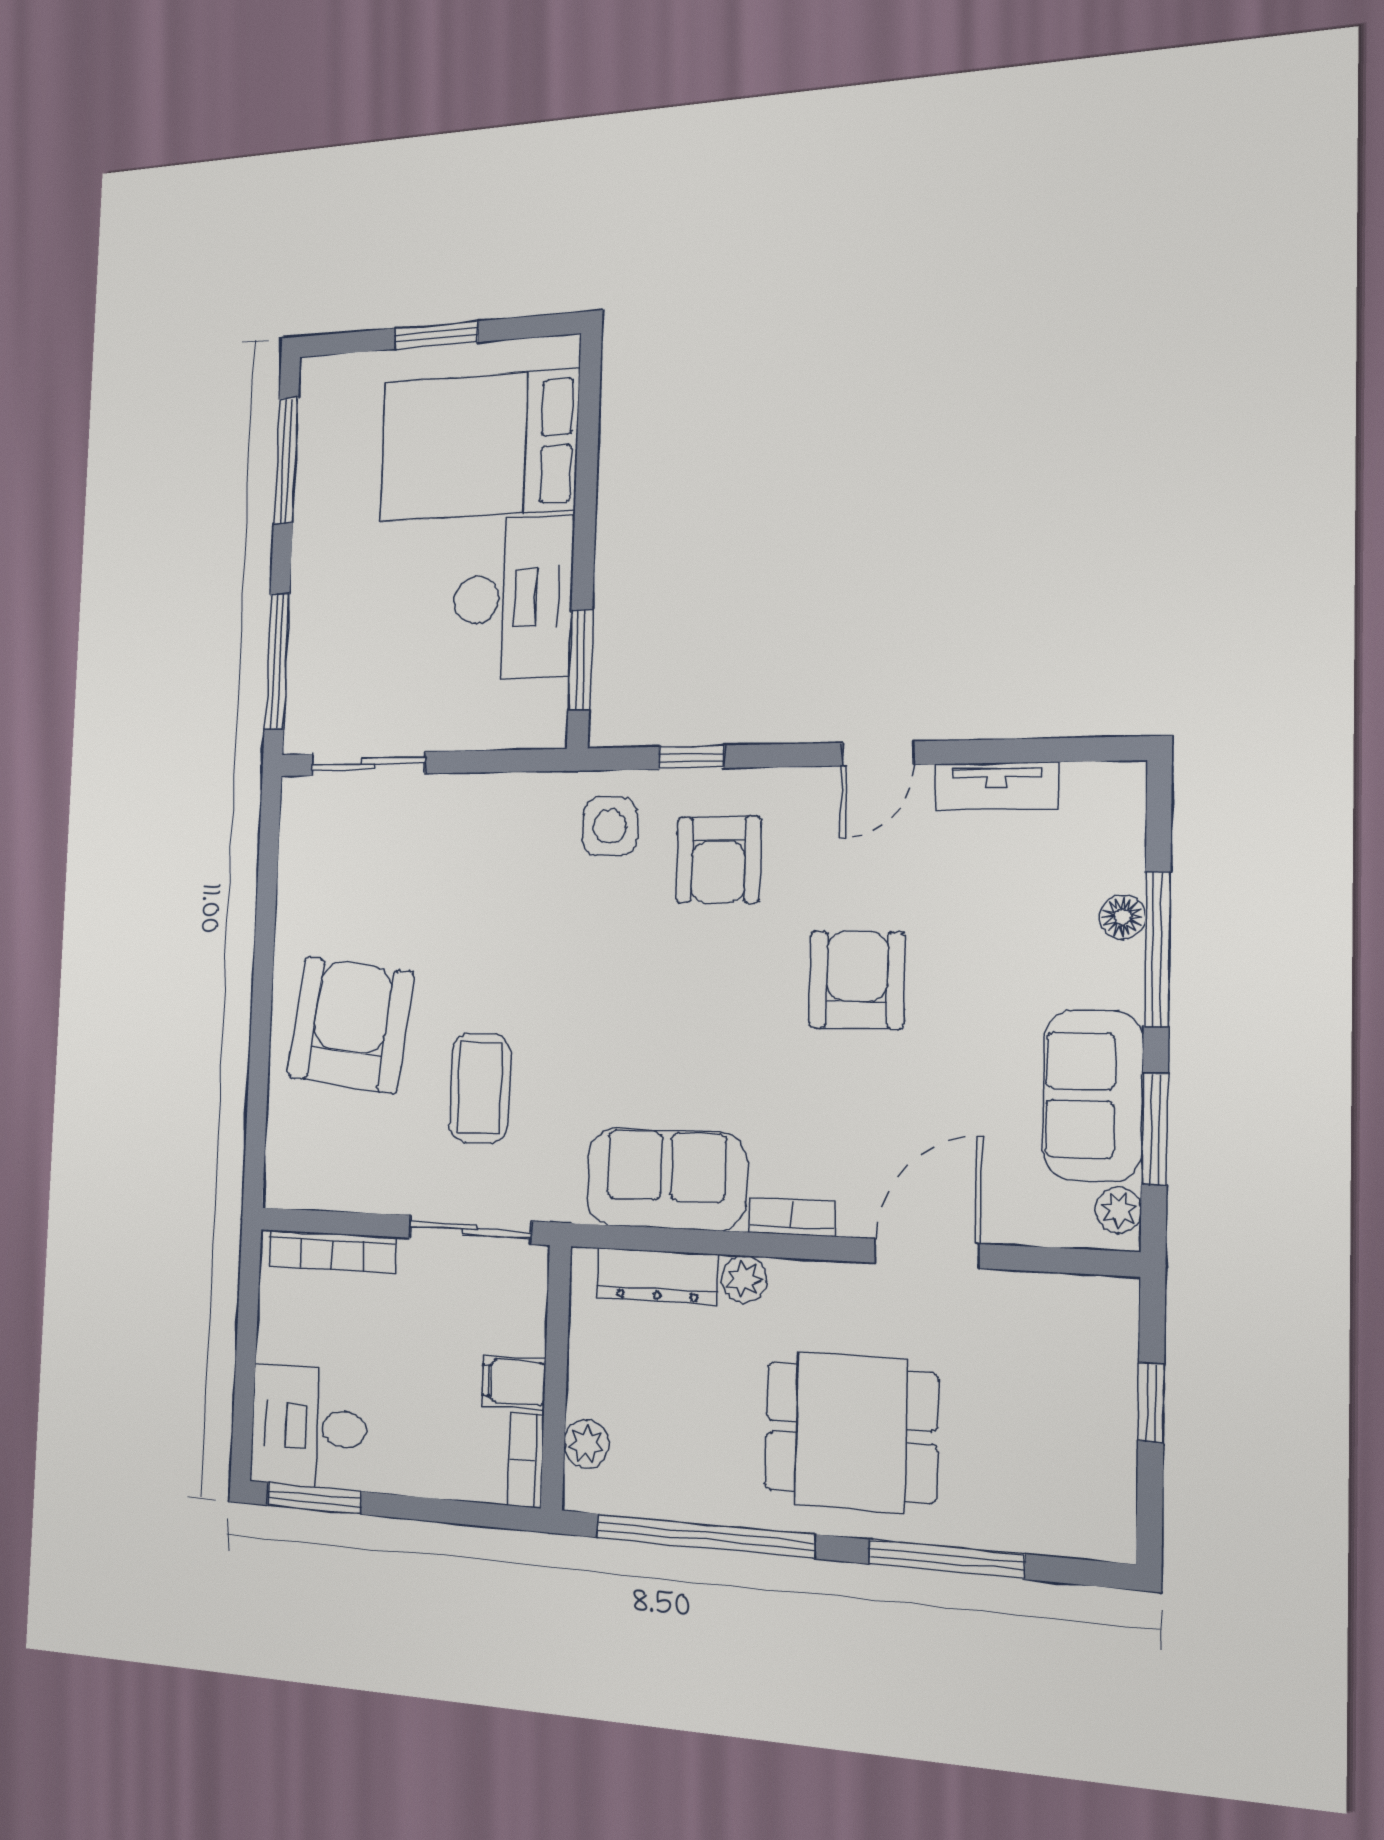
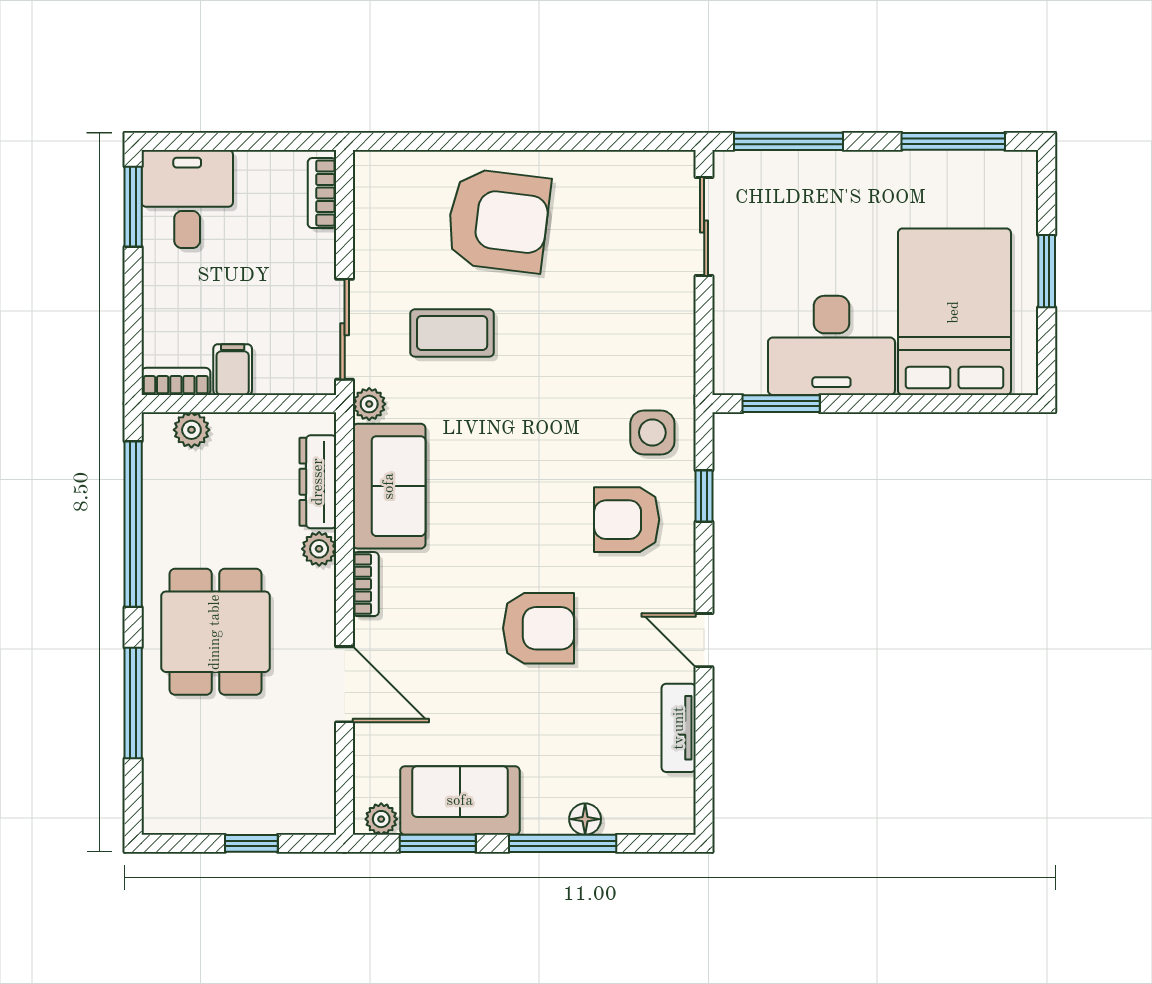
plant: (562, 1201) -> (369, 404), added
bookcase: (332, 1252) -> (322, 193), width x0.64

